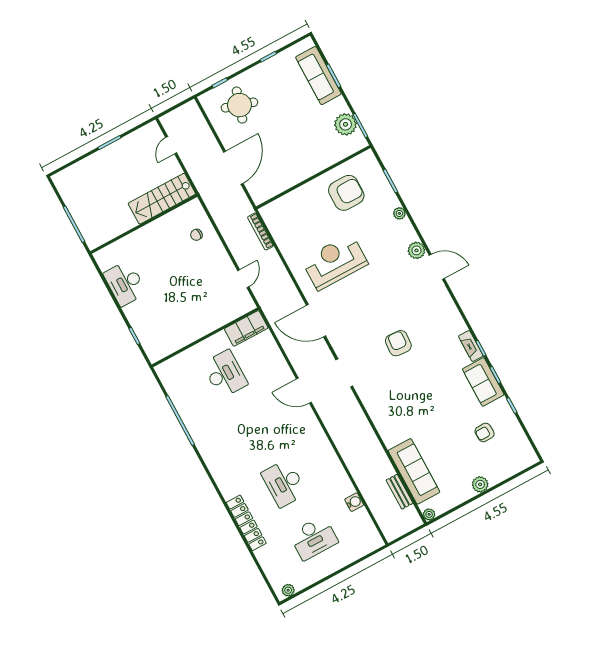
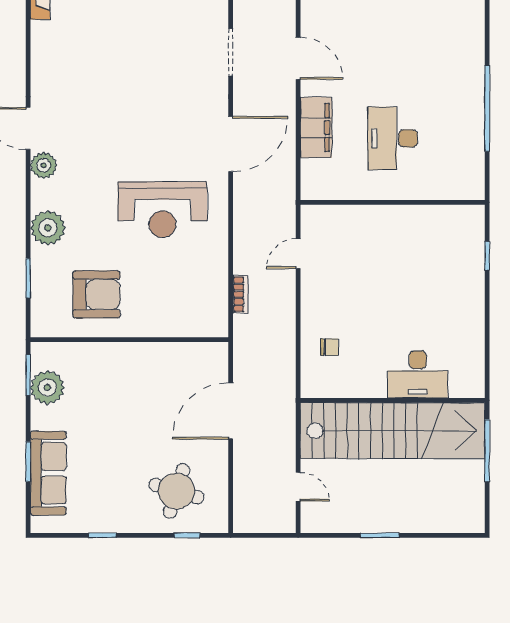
door: (171, 145) -> (298, 487), hinge flipped
armchair: (346, 193) -> (96, 294), turned 180
stairs: (162, 199) -> (392, 431), width x1.86, depth x1.51
plant: (399, 213) -> (48, 228), width x1.87, depth x1.87
bookcase: (261, 231) -> (240, 294), width x0.64
desk: (125, 283) -> (418, 374), moved, turned 90
door: (316, 321) -> (231, 144), hinge flipped
filing cabinet: (246, 328) -> (316, 128), moved, turned 90
armchair: (398, 343) -> (136, 53), removed

